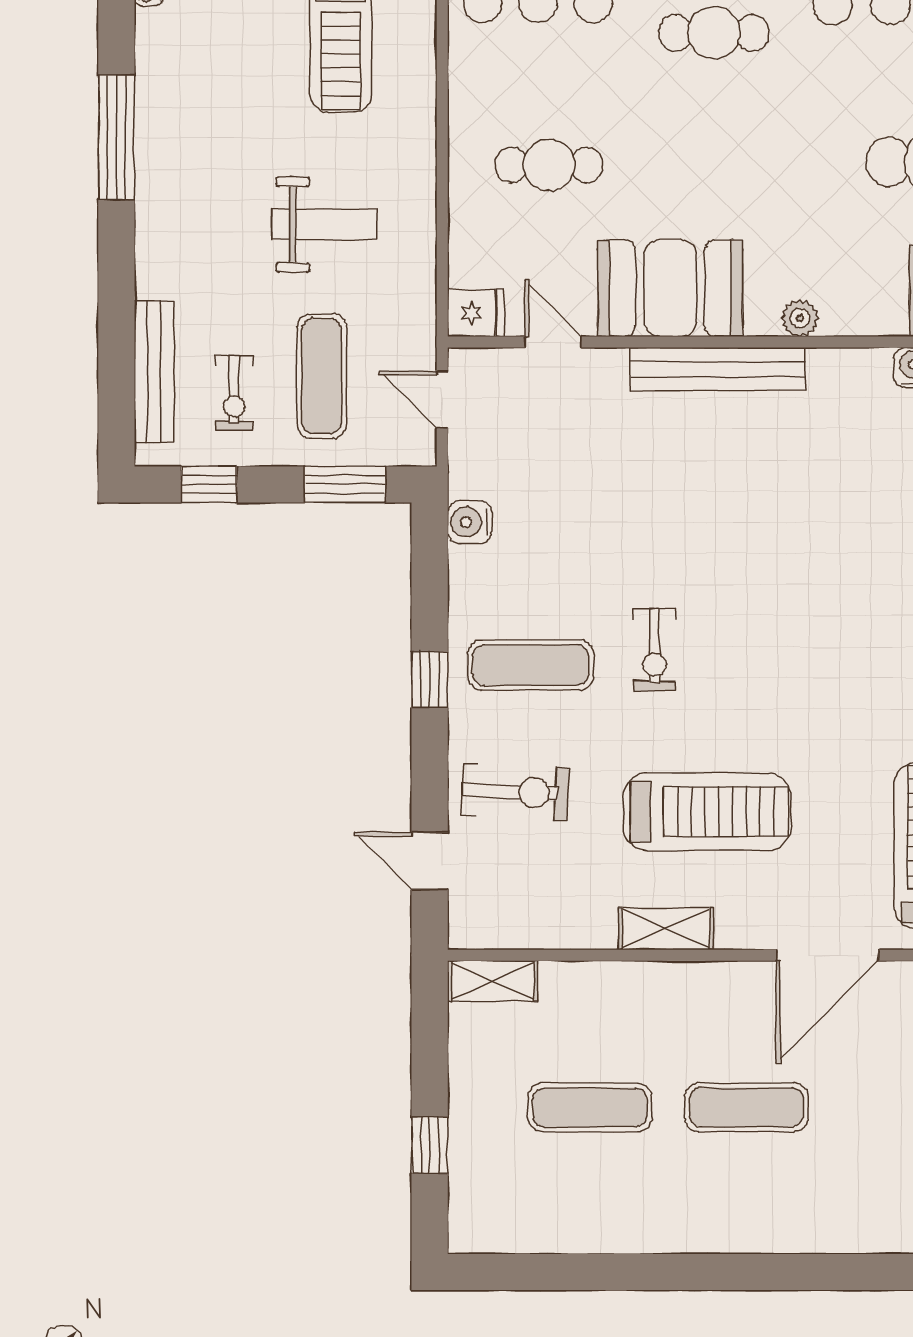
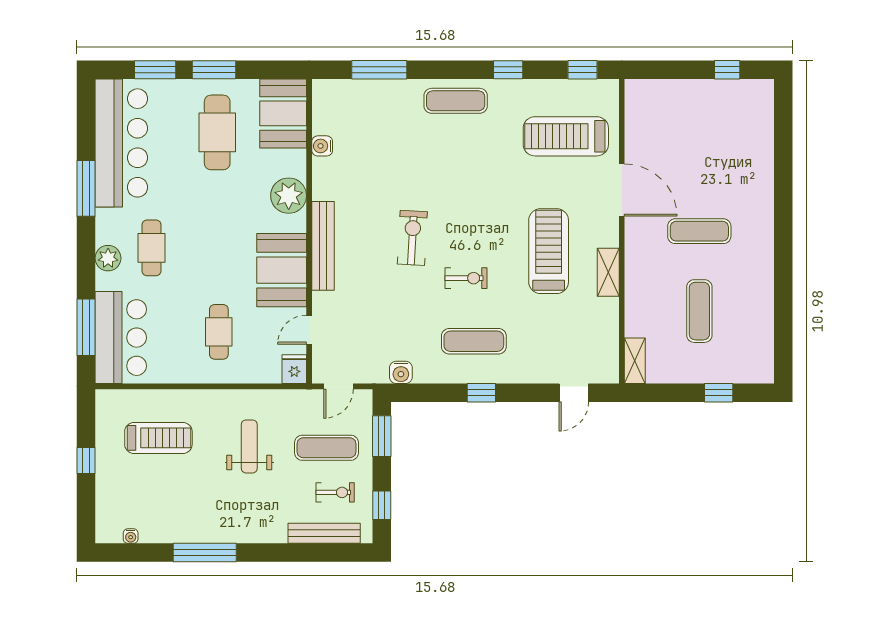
plant: (800, 318) -> (289, 196), width x1.88, depth x1.88
exercise mat: (531, 665) -> (474, 341), turned 90
exercise bike: (515, 792) -> (412, 238), moved
exercise mat: (746, 1107) -> (699, 231), turned 90

